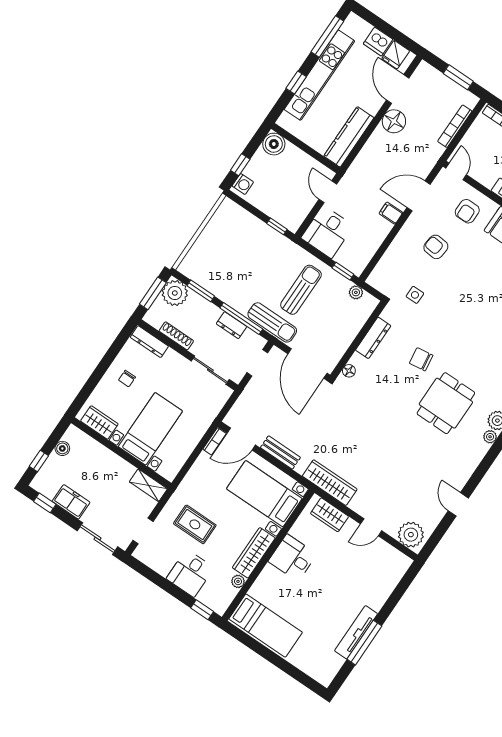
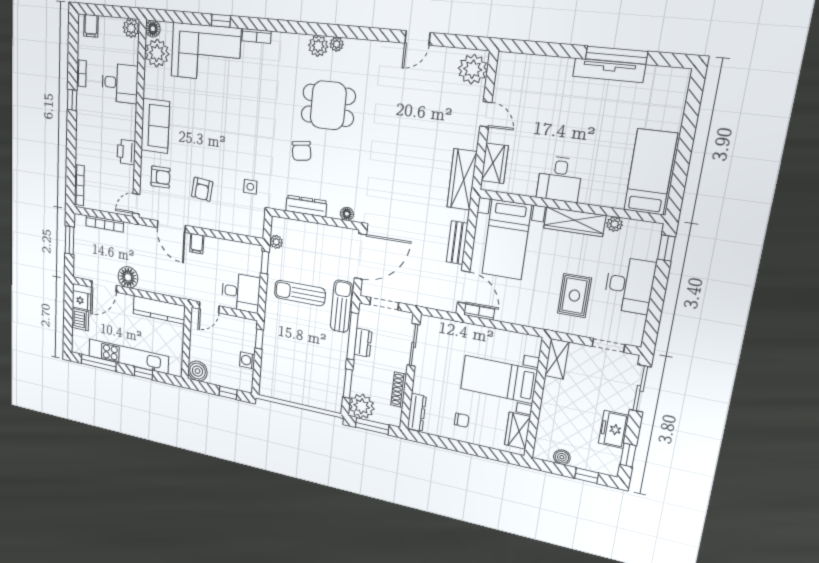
washing machine: (243, 184) -> (247, 360), moved, turned -90
desk: (190, 573) -> (629, 285), width x1.37

